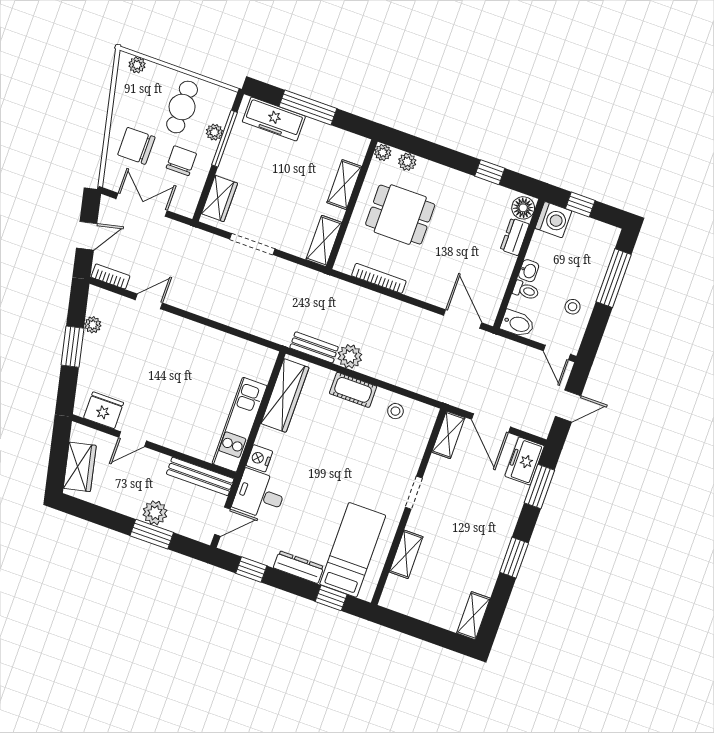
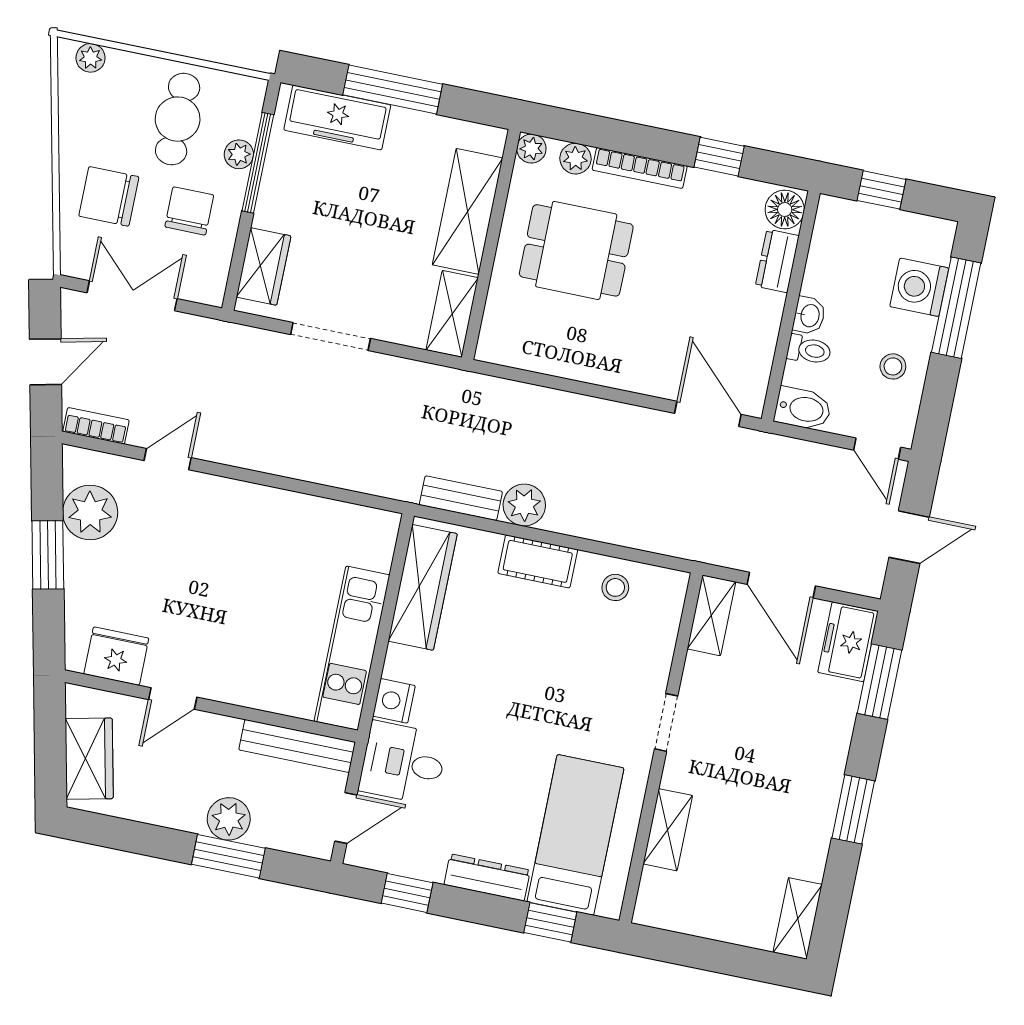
shelving: (344, 185) -> (468, 211), width x1.50, depth x1.33
washing machine: (553, 220) -> (919, 287), moved, turned 180
bookcase: (379, 278) -> (640, 168), moved, turned 180
plant: (93, 325) -> (90, 512), width x1.88, depth x1.88

